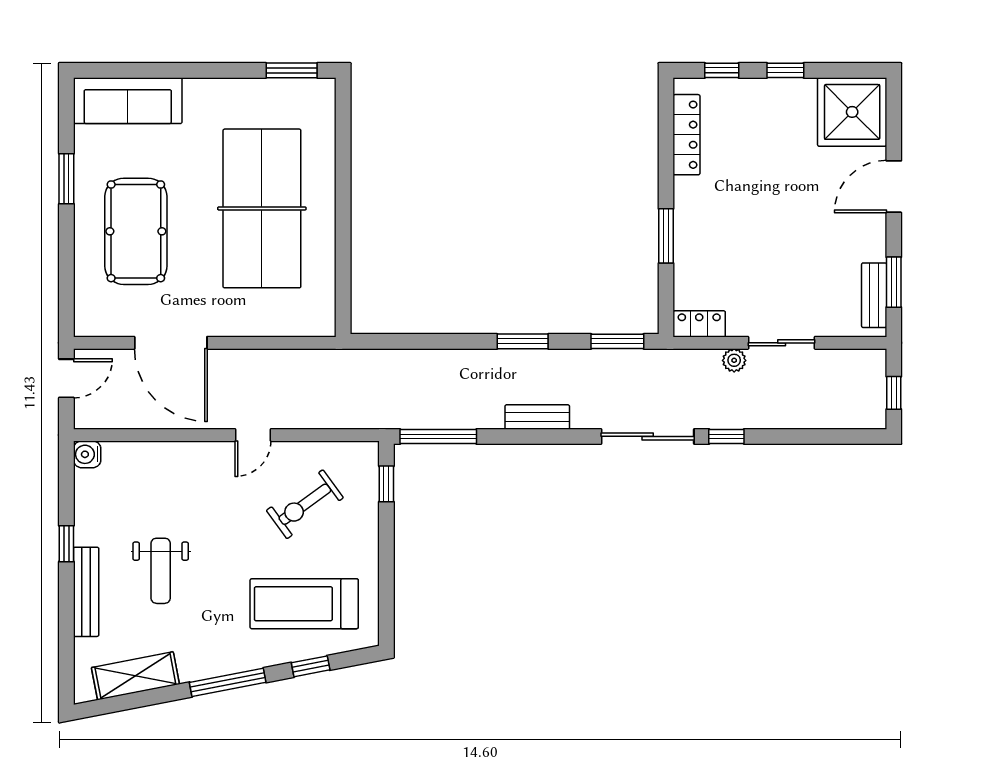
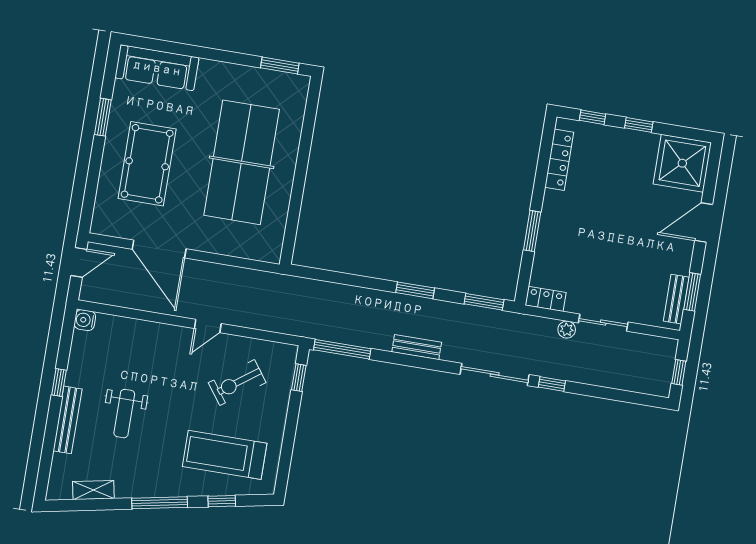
shelving: (135, 676) -> (93, 490), width x0.67, depth x0.75

